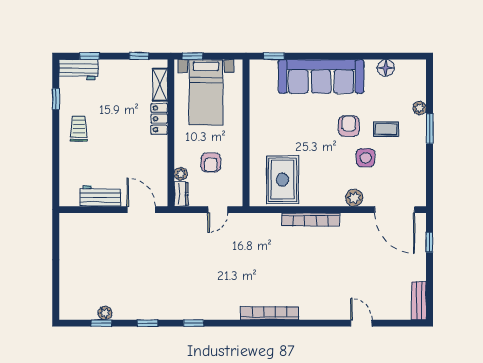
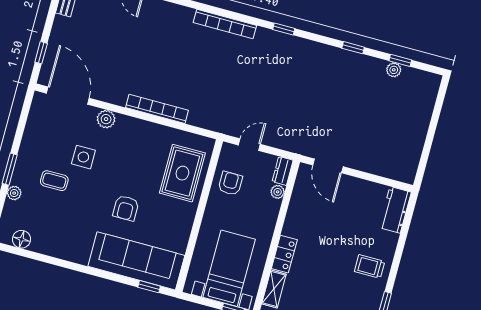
floor lamp: (386, 68) -> (22, 239), moved
sofa: (321, 76) -> (136, 261), moved
armchair: (349, 126) -> (126, 208), moved
trolley: (79, 128) -> (370, 267), turned 90
armchair: (211, 163) -> (230, 183), moved
rug: (282, 180) -> (182, 173), moved
workbench: (100, 196) -> (395, 210), moved, turned 90
window: (194, 323) -> (284, 29), moved

